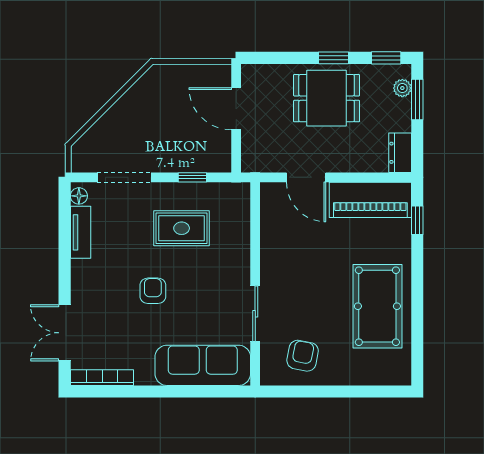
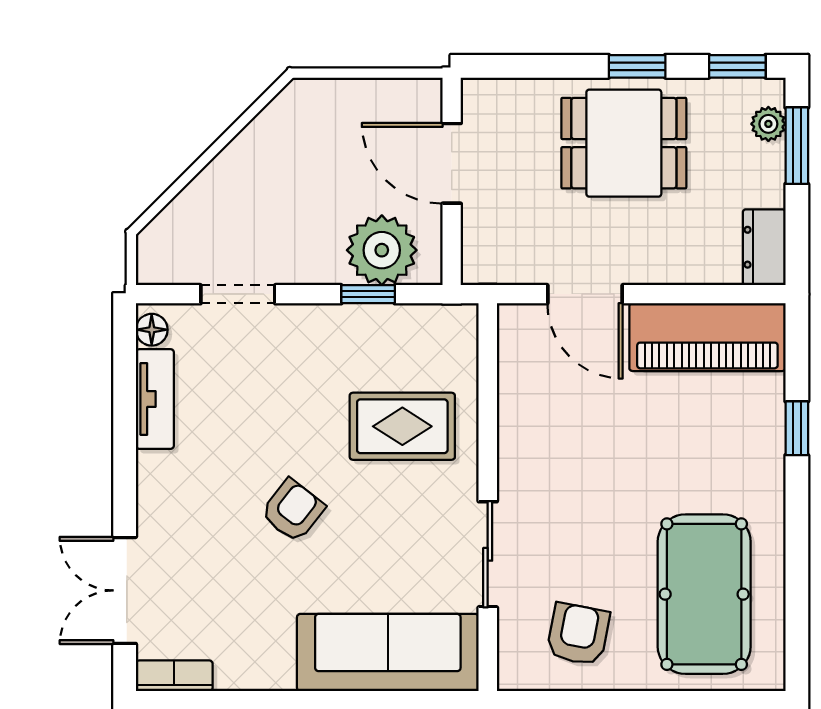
plant: (200, 154) -> (382, 250), added
doorway: (124, 177) -> (238, 294), width x0.73
window: (417, 220) -> (797, 428), moved
rug: (182, 228) -> (402, 426), moved
armchair: (153, 291) -> (293, 510), turned 38
pool table: (377, 306) -> (704, 594), moved
bookcase: (102, 378) -> (174, 676), width x0.64

